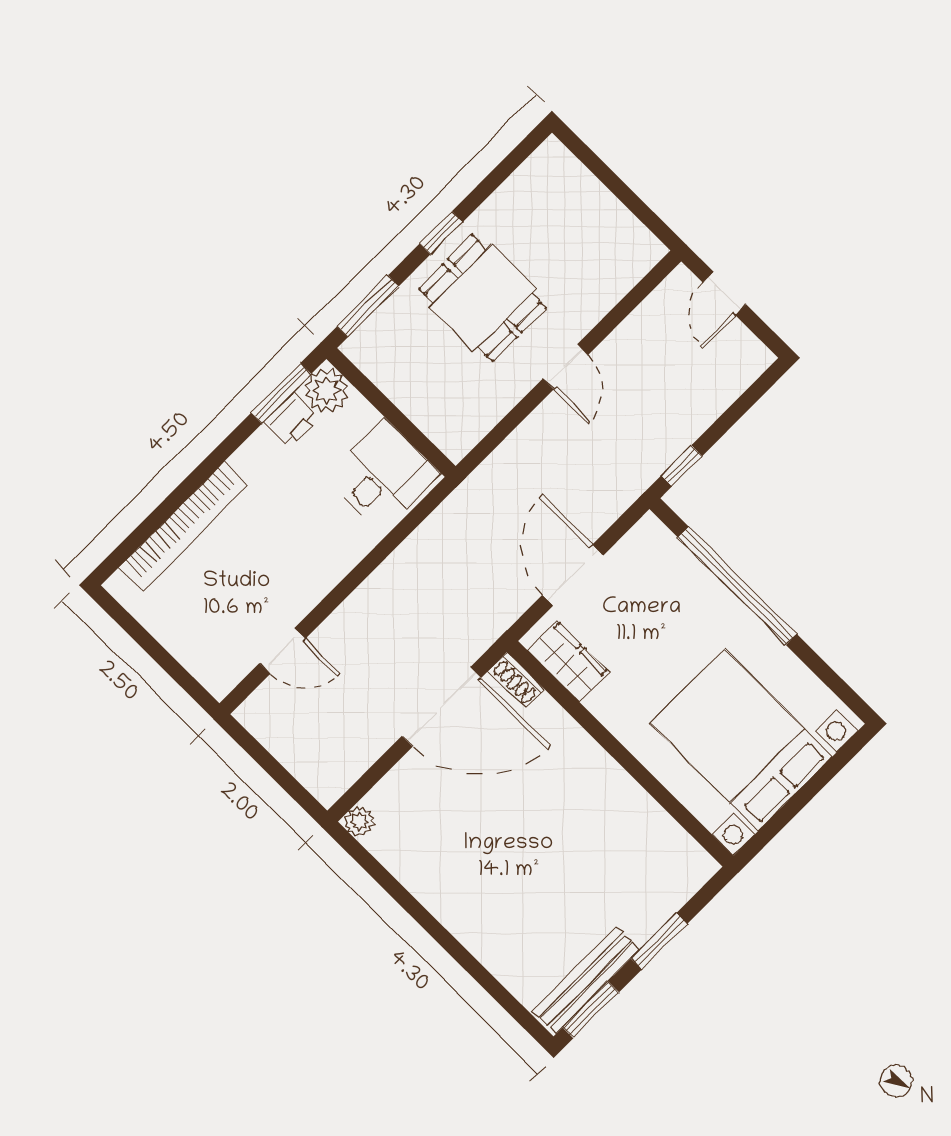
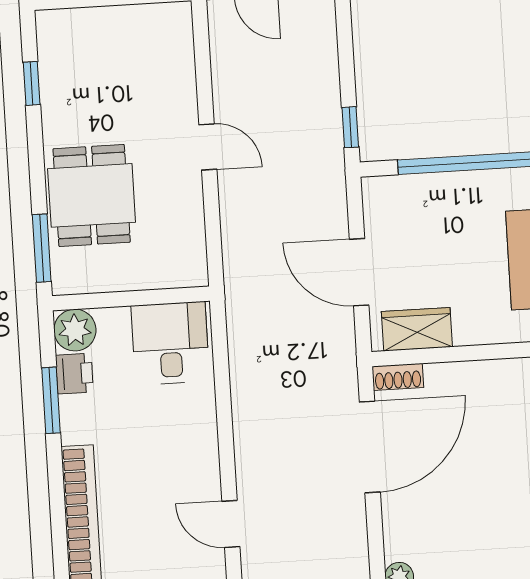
window: (441, 233) -> (32, 83), moved
dining table: (482, 298) -> (92, 195), moved, turned 90
window: (281, 393) -> (51, 400), moved
door: (282, 651) -> (231, 524), swing flipped

